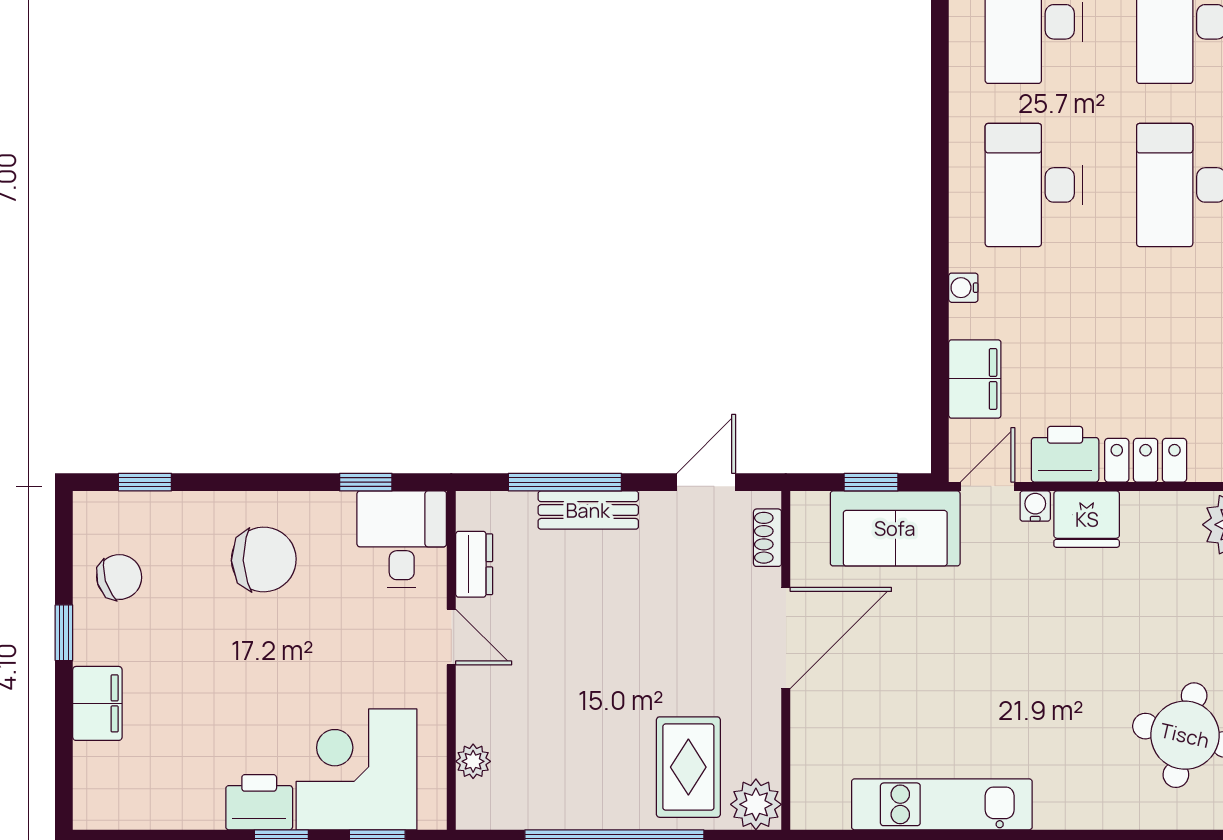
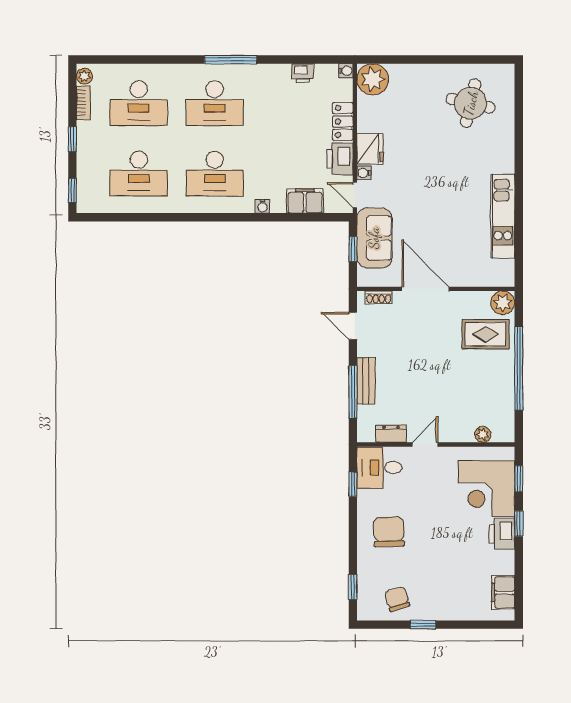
filing cabinet: (97, 703) -> (503, 593), moved, turned -90

